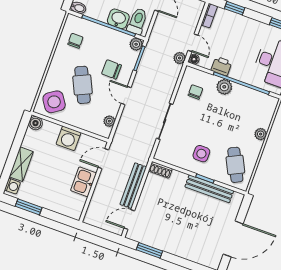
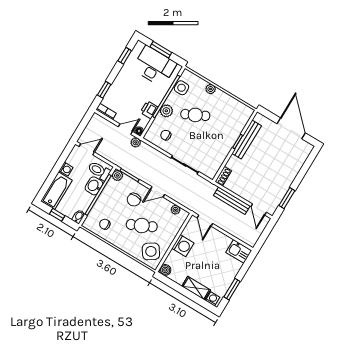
side table: (201, 154) -> (182, 88), moved
cafe table: (235, 165) -> (195, 115), moved
kitchen sink: (84, 182) -> (239, 251), moved

